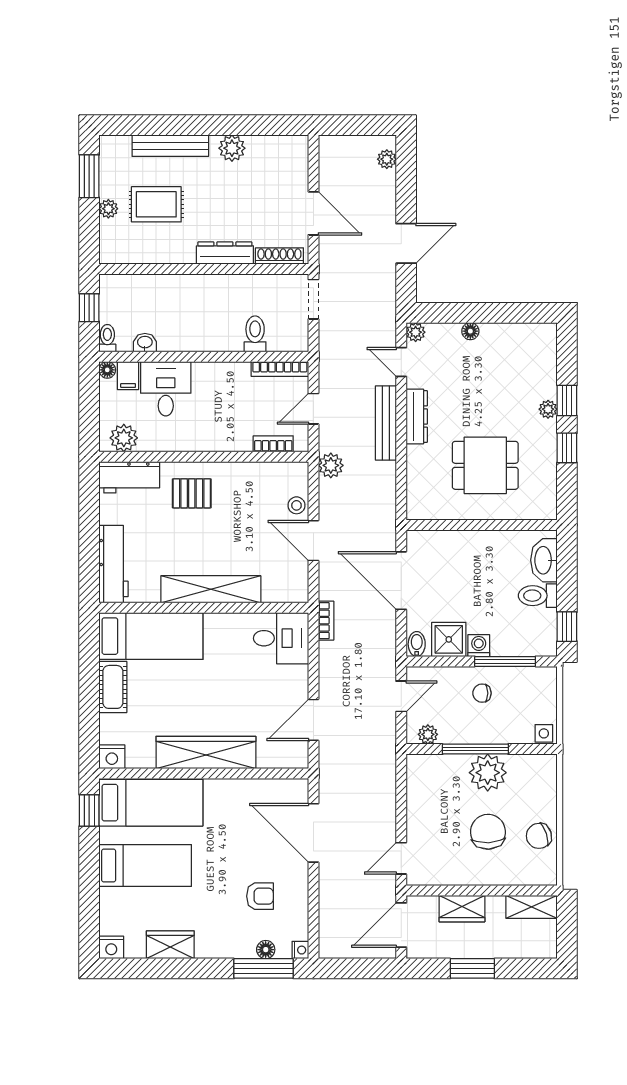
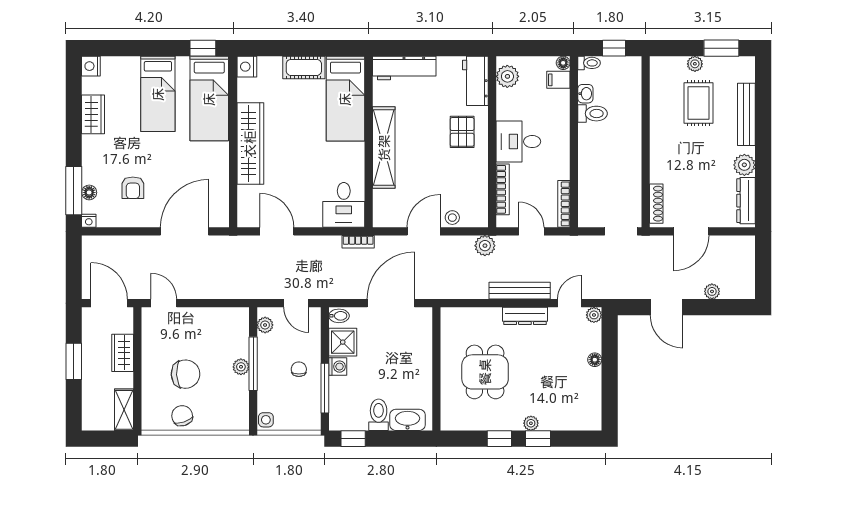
plant: (387, 159) -> (712, 291), moved
dresser: (225, 253) -> (746, 201), moved, turned 180
toilet: (255, 334) -> (593, 114), moved
desk: (166, 389) -> (518, 142), moved, turned 180
bookcase: (273, 444) -> (503, 189), width x1.56
plant: (488, 773) -> (241, 367), width x0.53, depth x0.53

